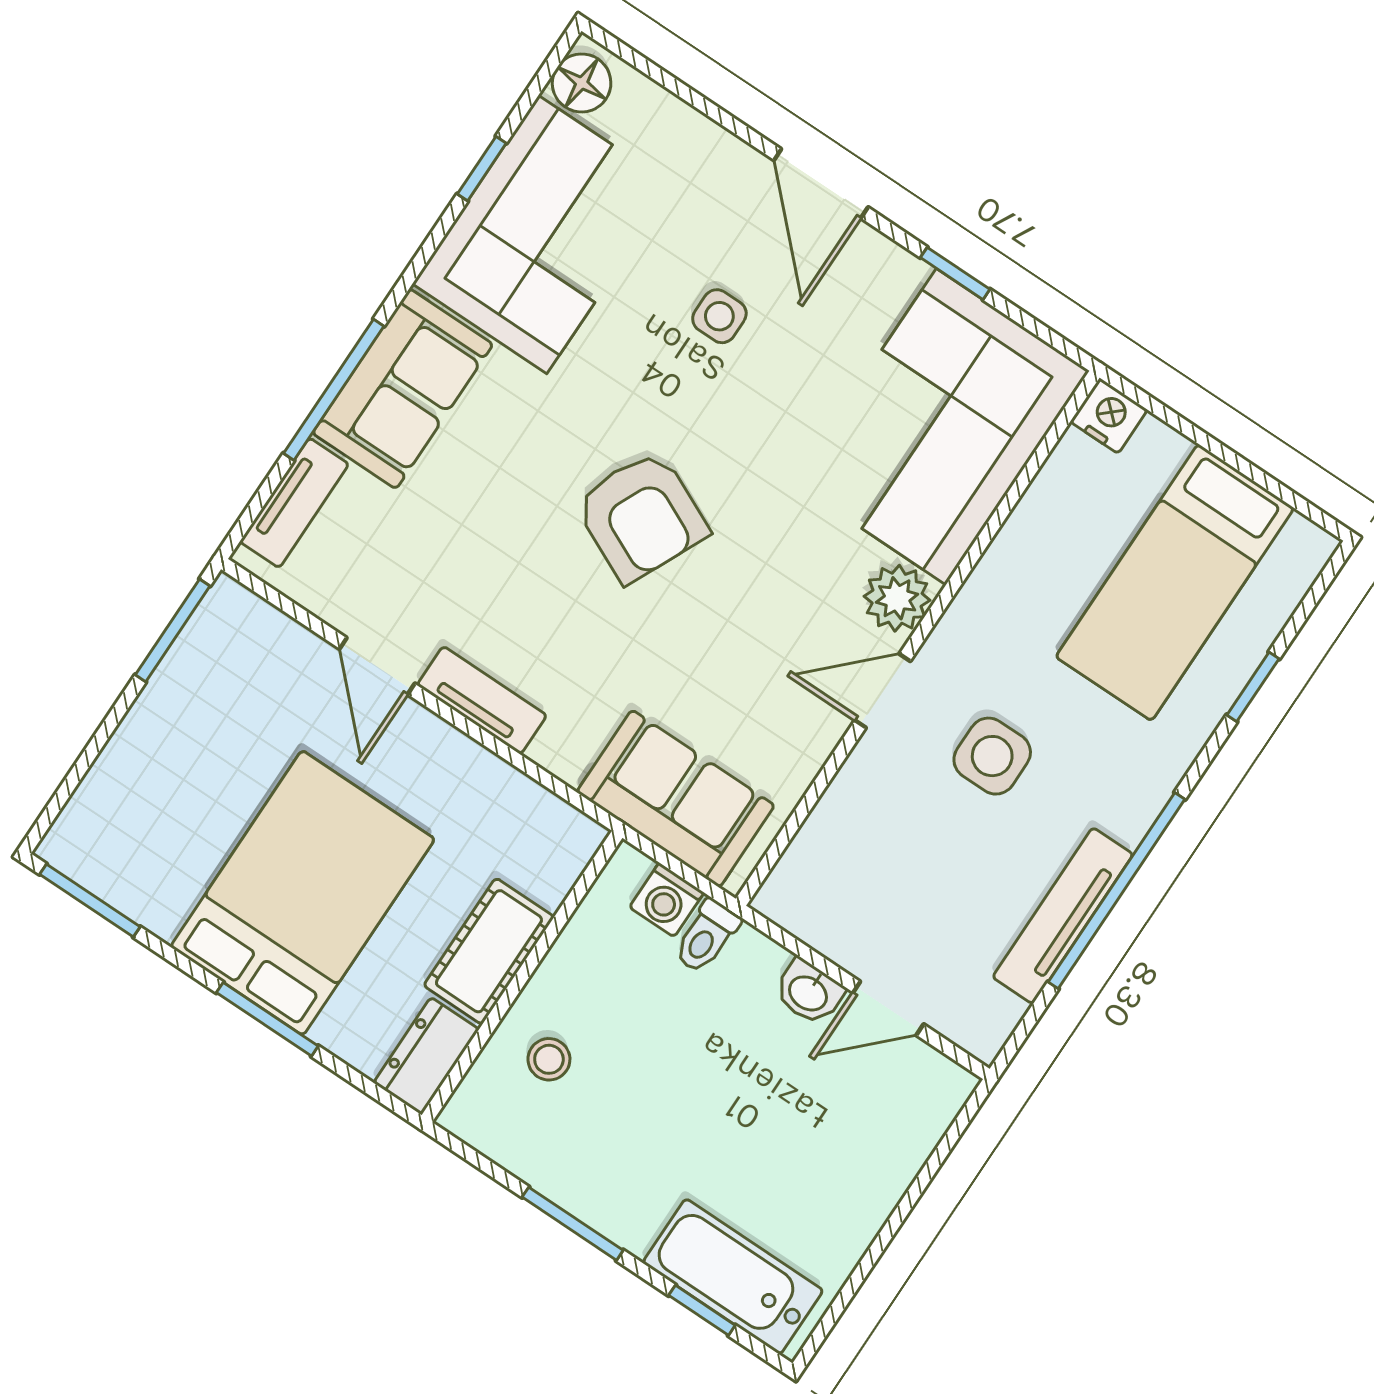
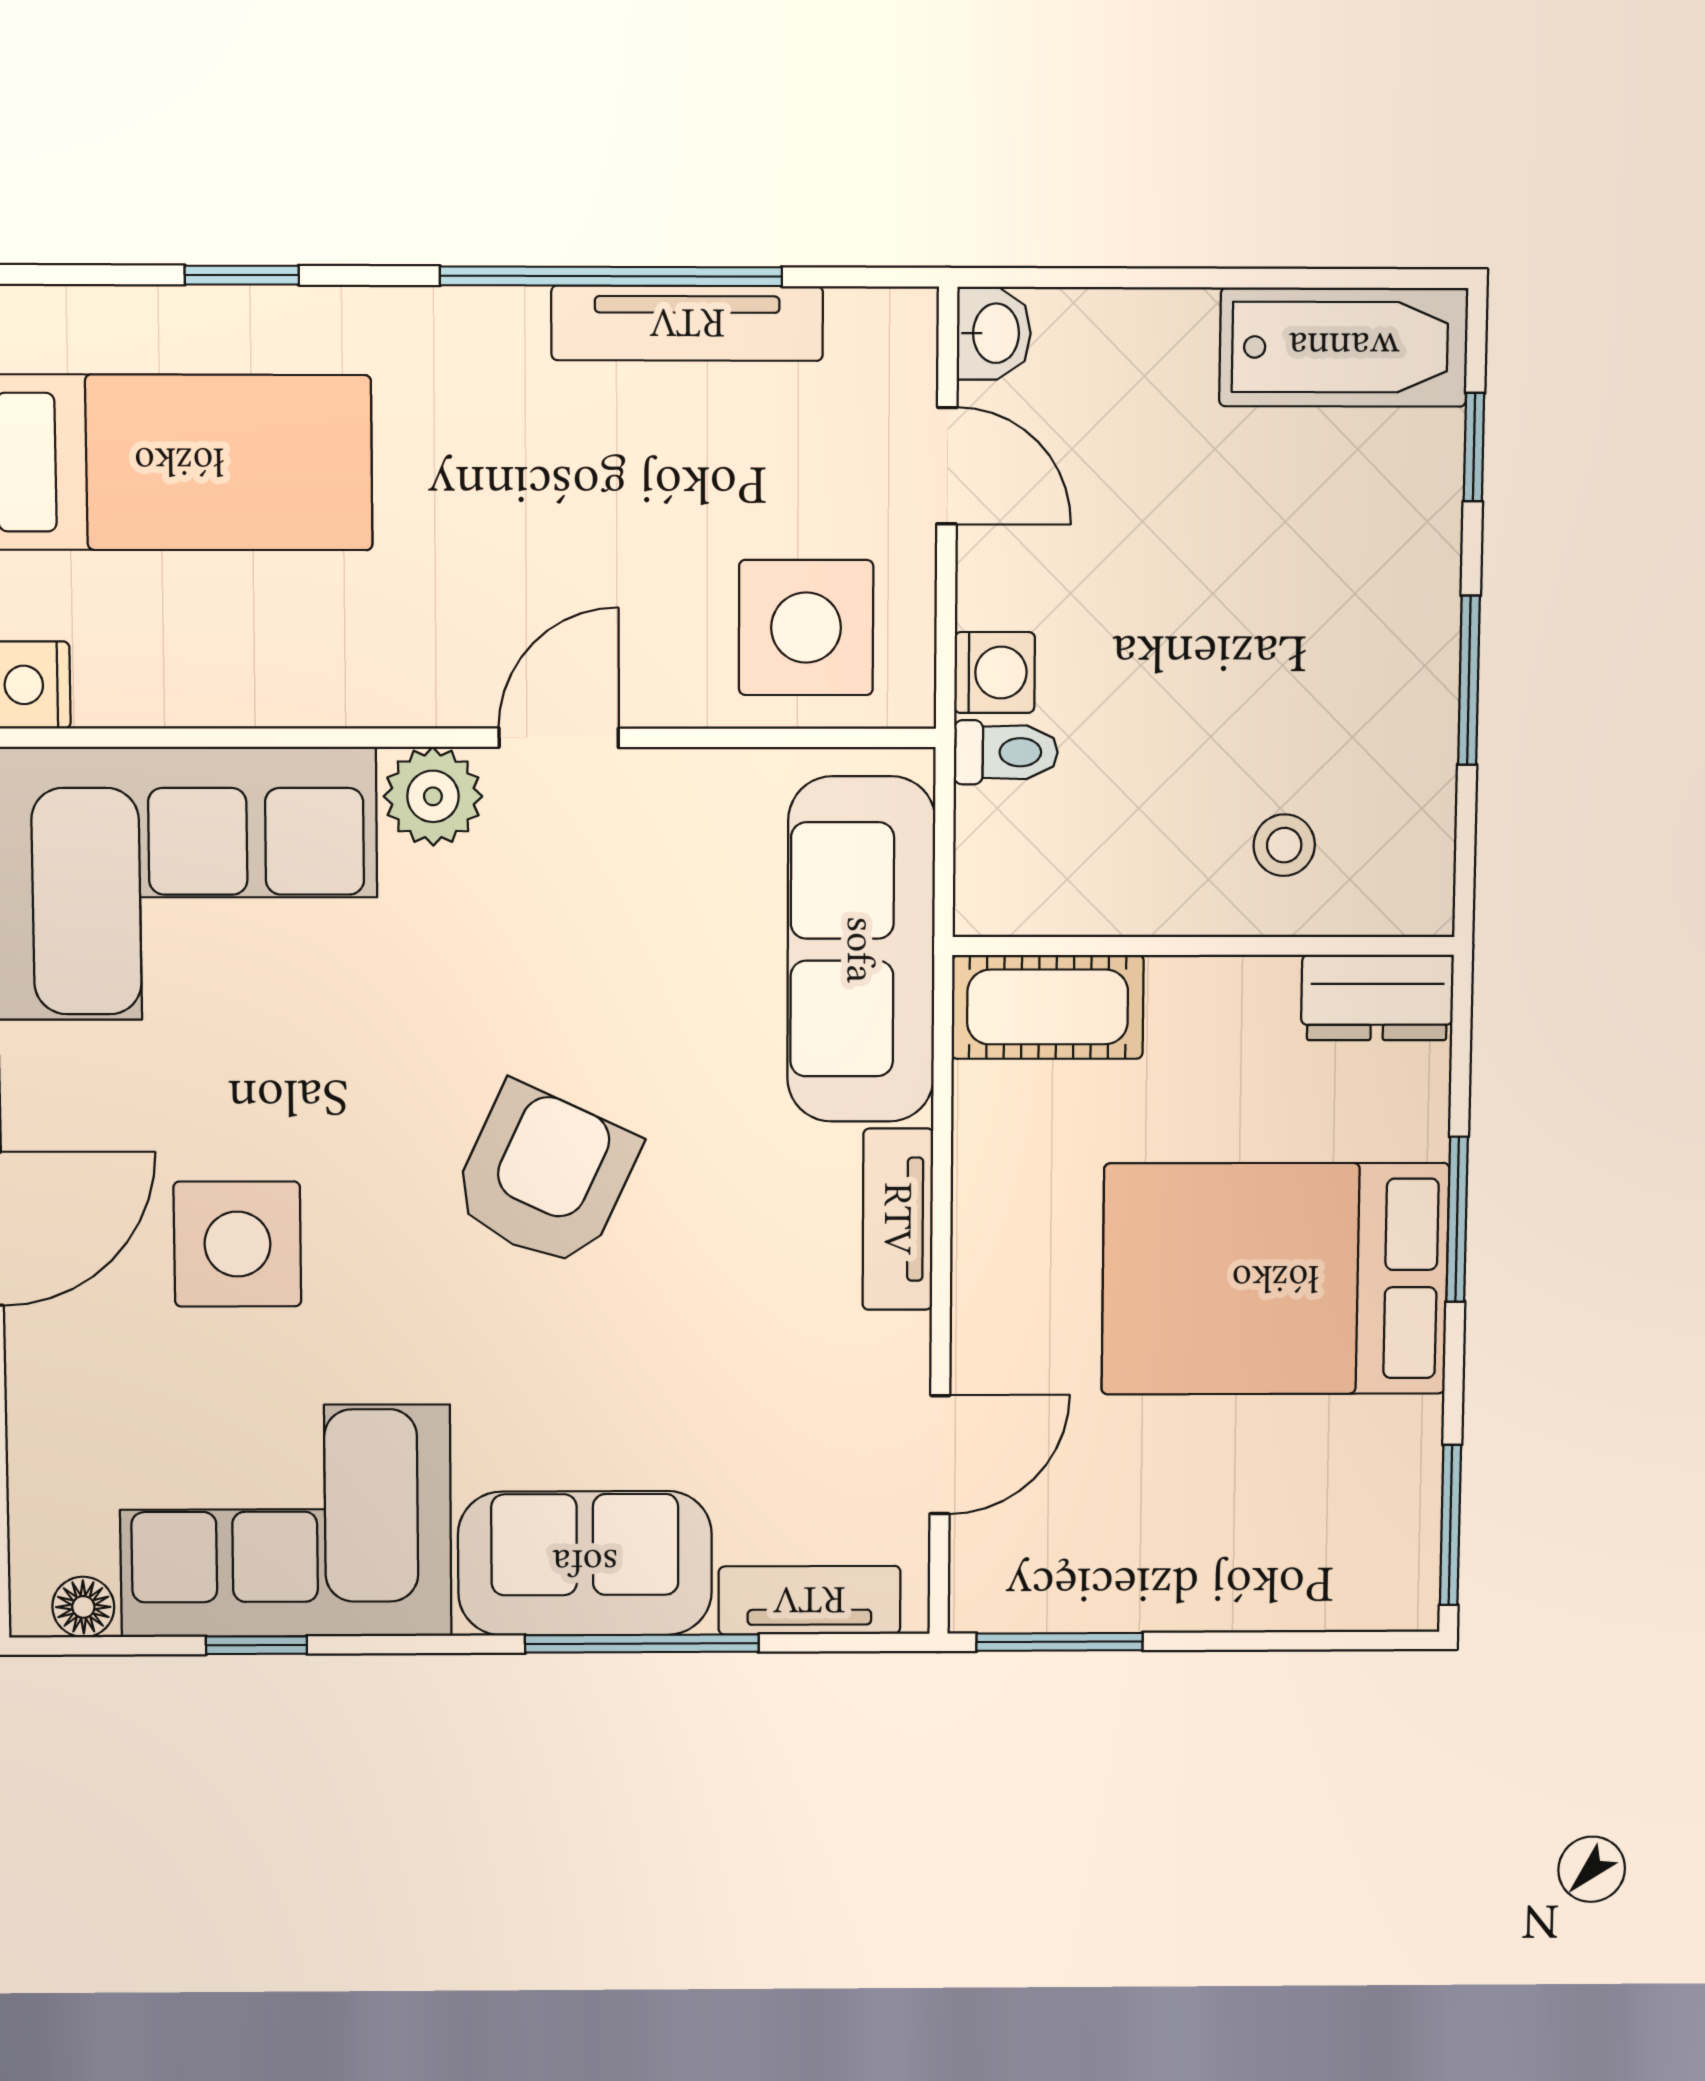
floor lamp: (582, 83) -> (83, 1607), width x0.73, depth x0.73
side table: (719, 316) -> (237, 1244), width x1.87, depth x1.87
door: (377, 666) -> (940, 1455), moved
door: (883, 691) -> (559, 738), swing flipped
side table: (992, 756) -> (806, 628), moved, width x1.37, depth x1.37
sofa: (676, 799) -> (861, 950), width x1.36
washing machine: (667, 900) -> (995, 672), moved
cot: (489, 951) -> (1048, 1007), moved
washbasin: (809, 992) -> (994, 333), moved
bathtub: (733, 1277) -> (1344, 347), moved, turned -90

